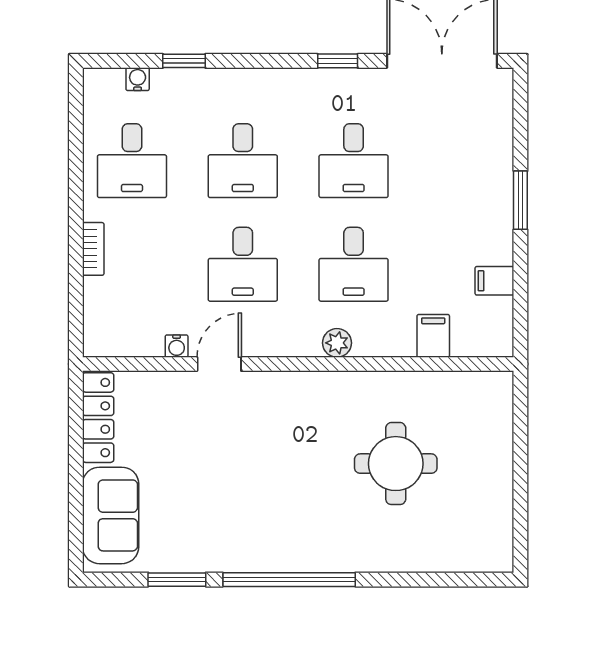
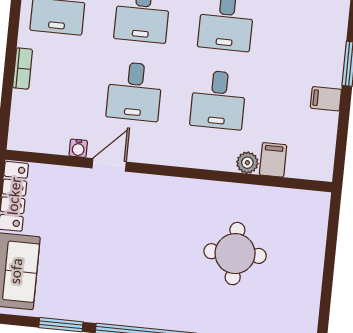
filing cabinet: (494, 281) -> (326, 99), moved
plant: (337, 343) -> (247, 163), moved

